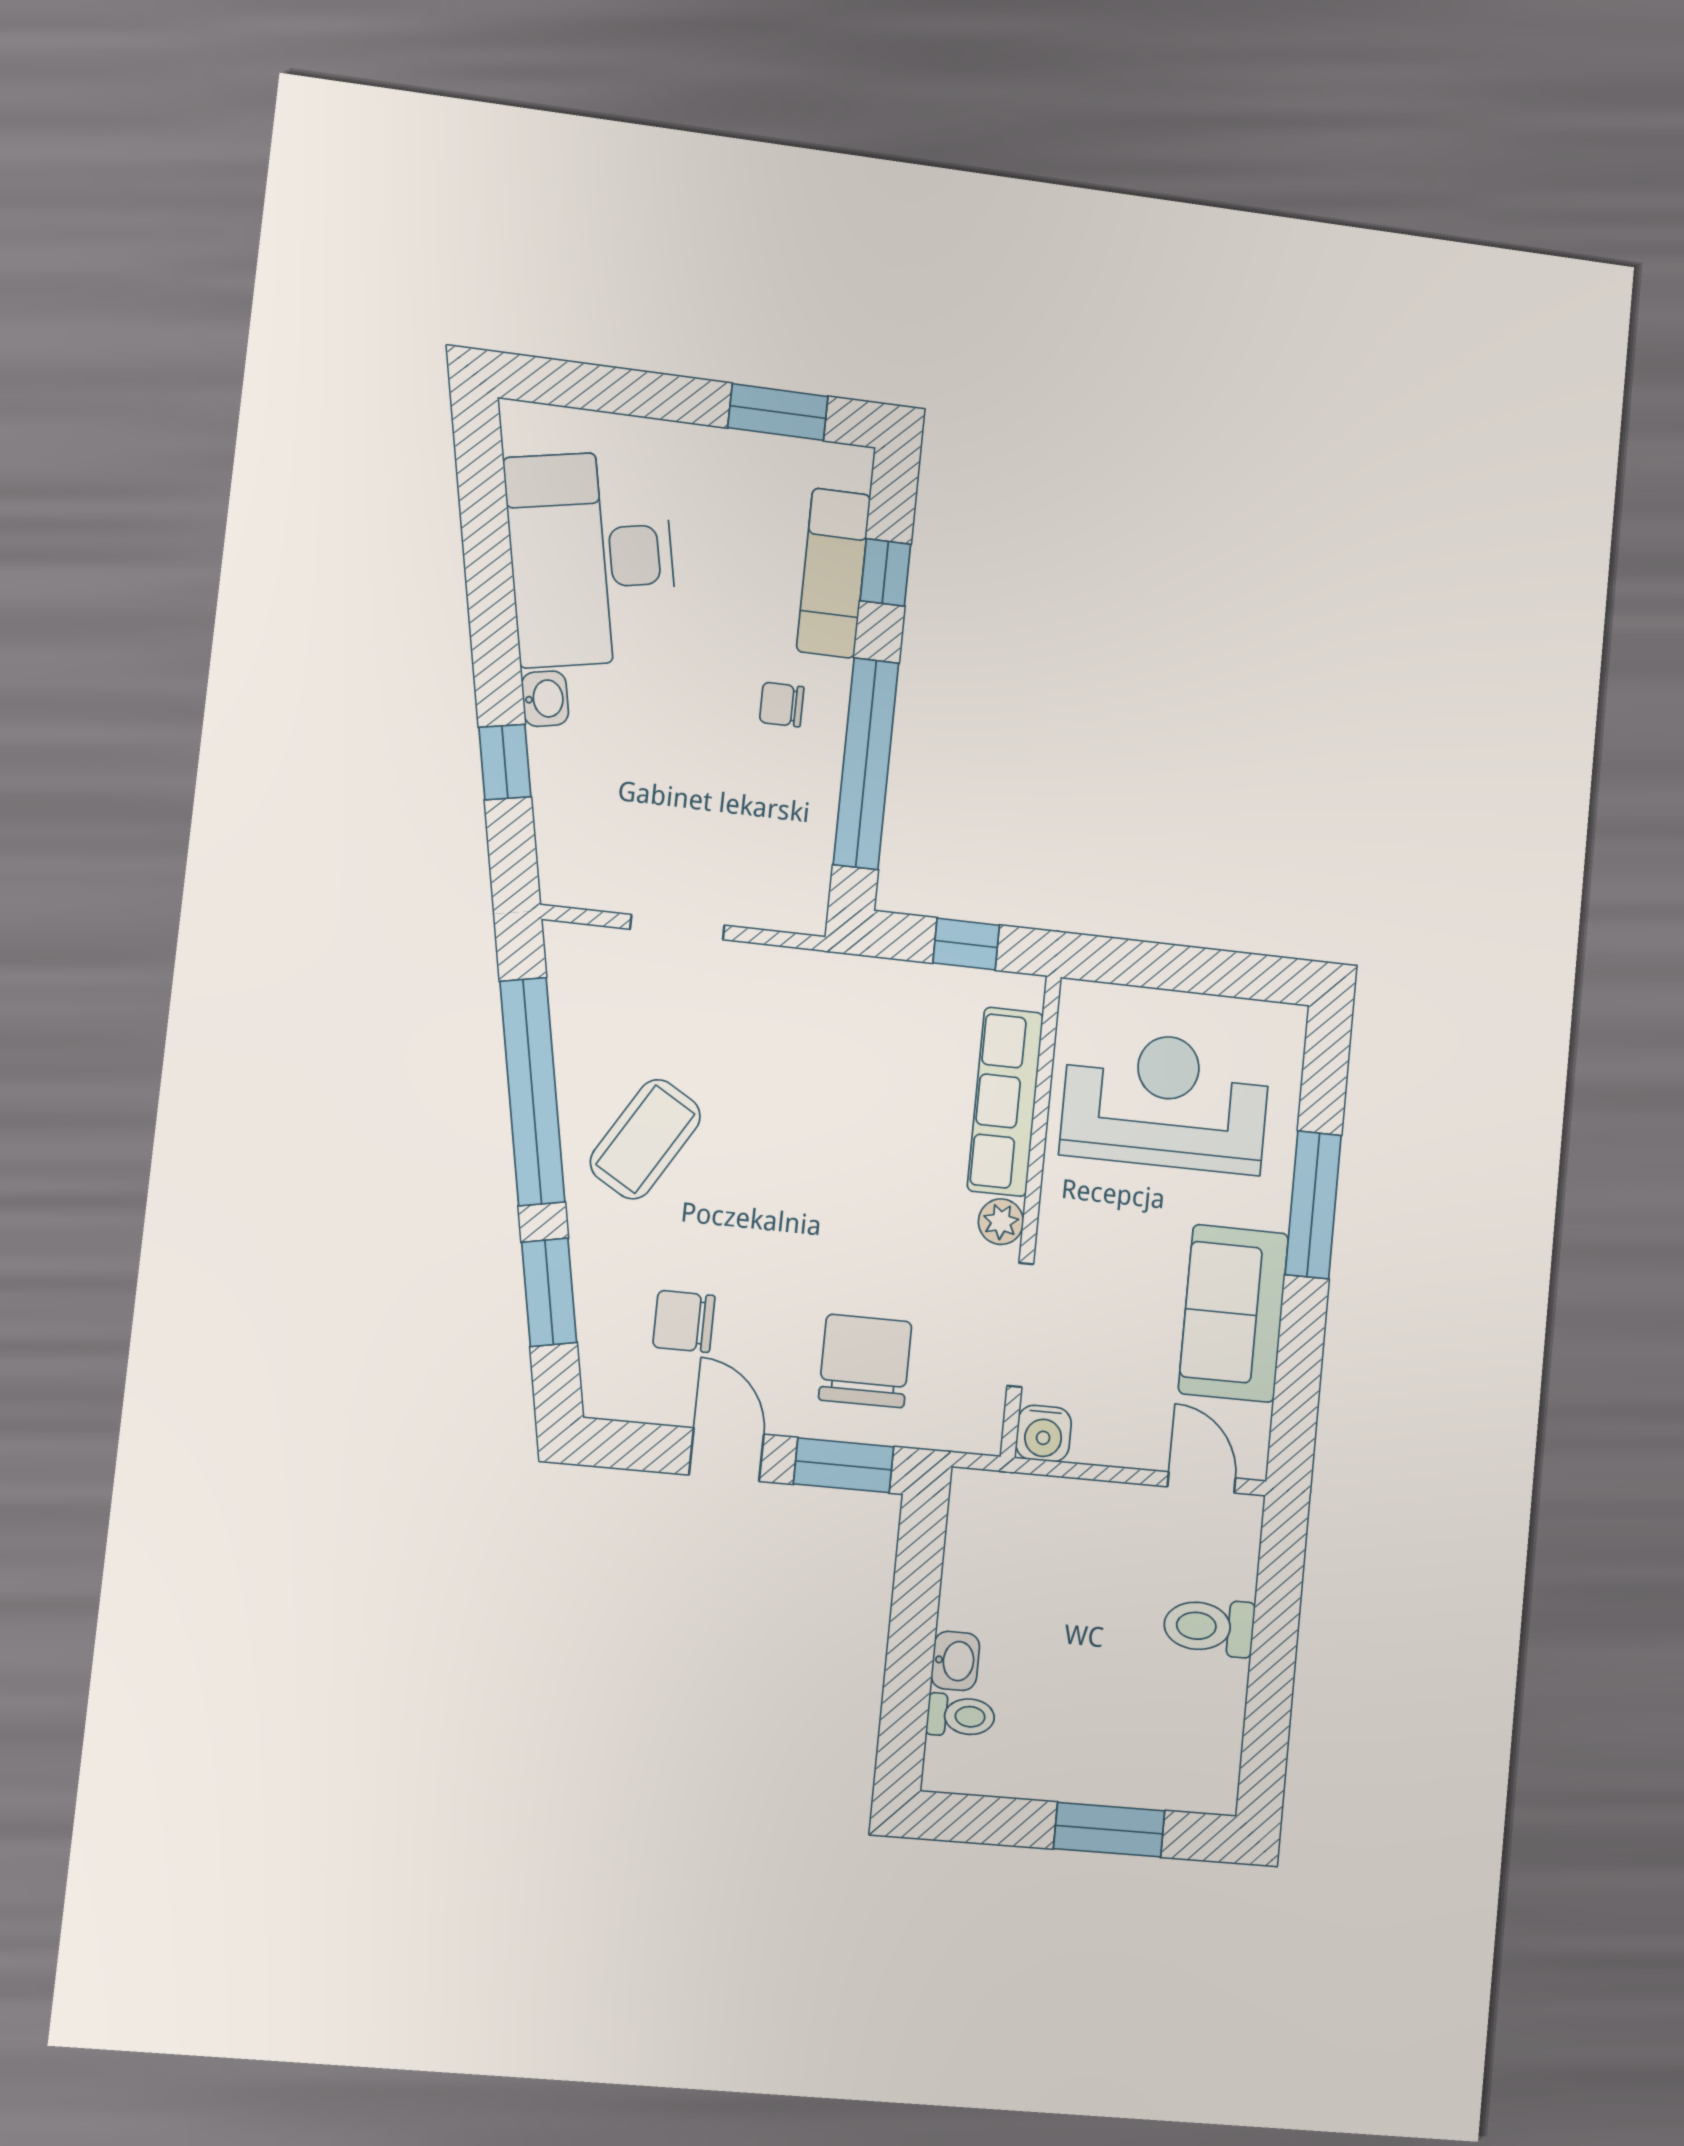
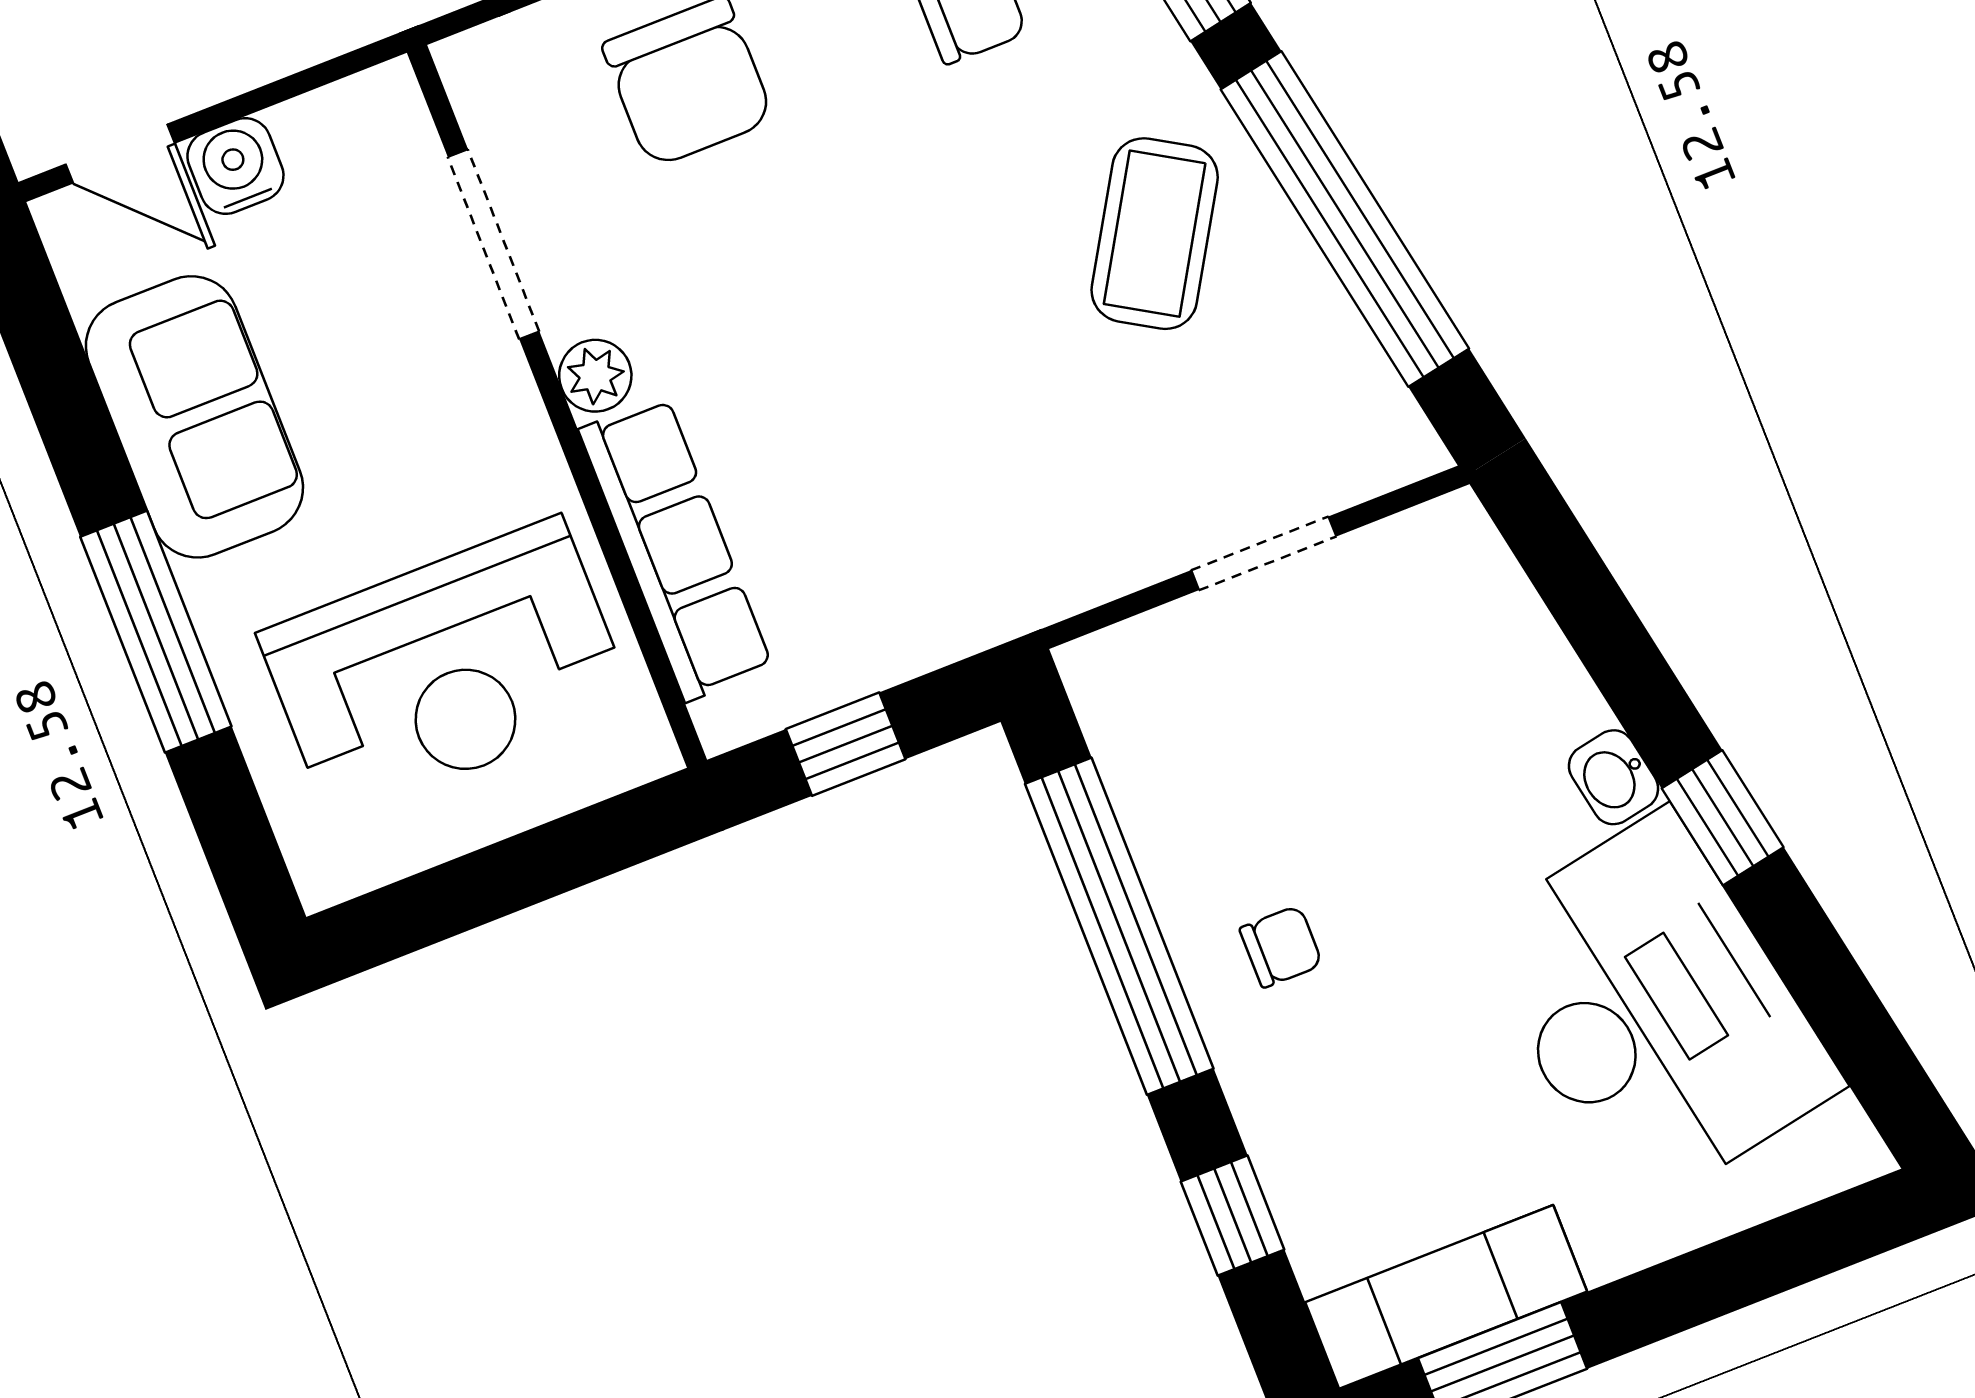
exam couch: (833, 573) -> (1446, 1297), moved, turned -90
window: (505, 762) -> (1723, 818), moved
water cooler: (1044, 1433) -> (235, 166), moved

